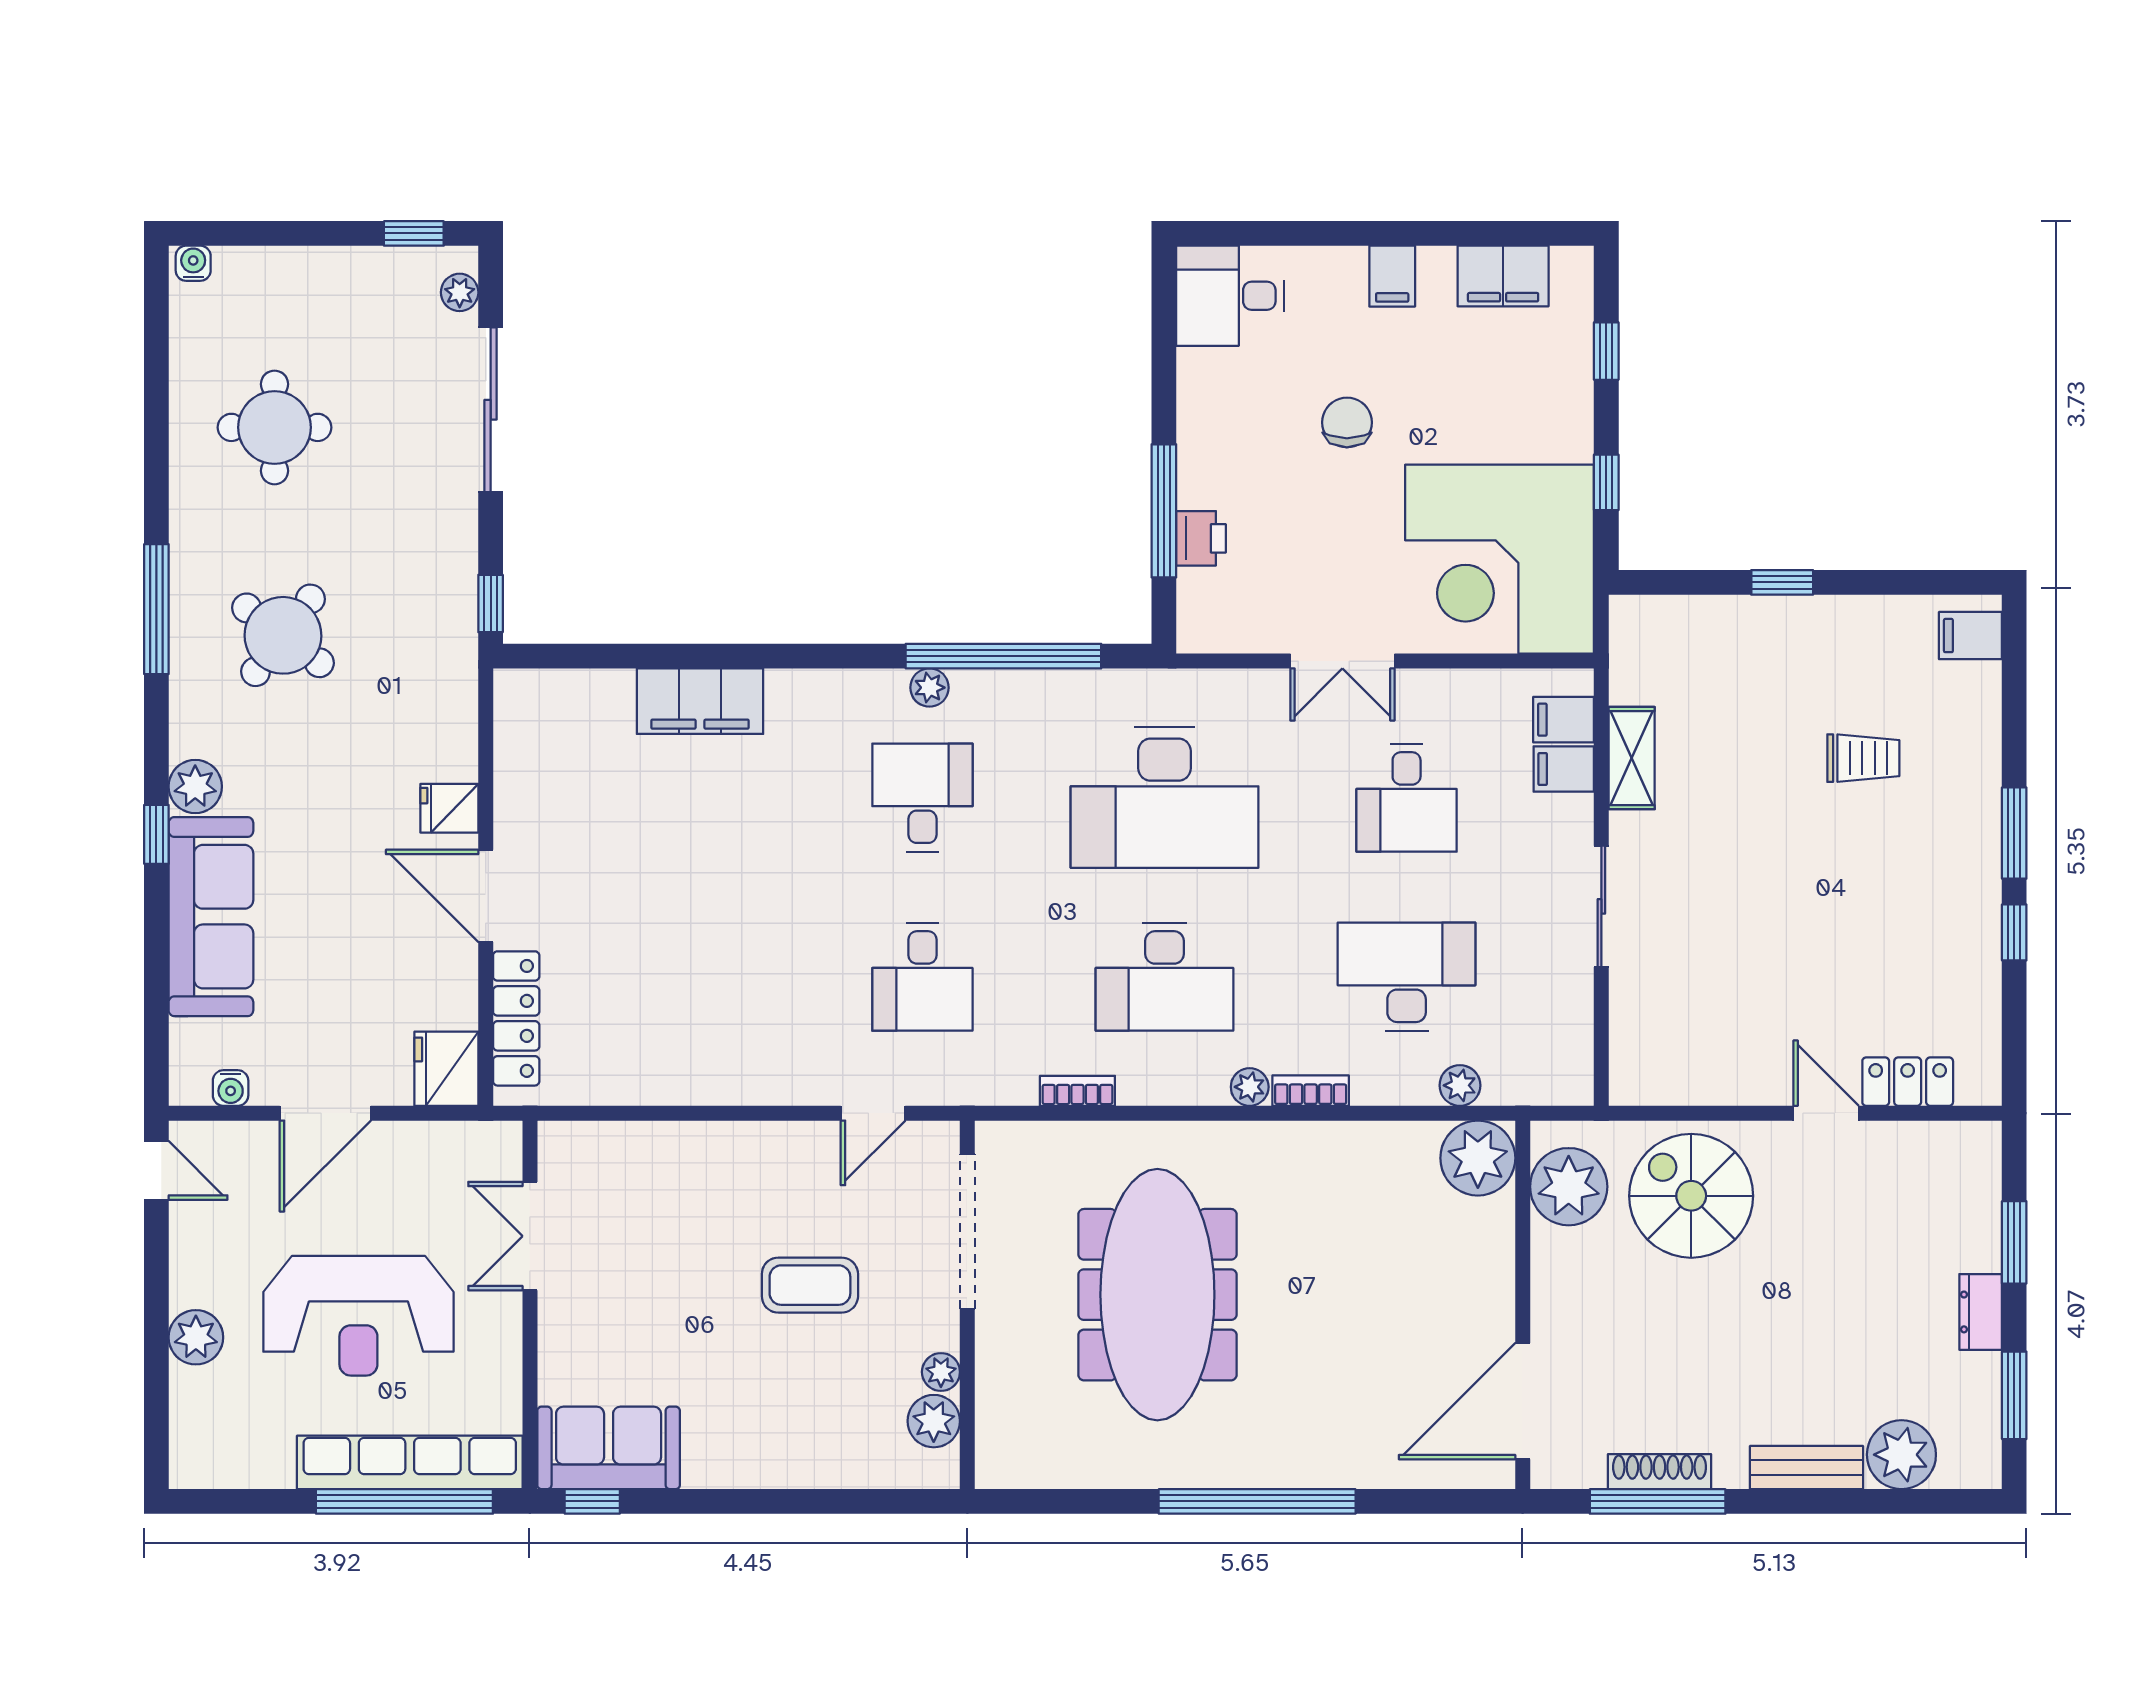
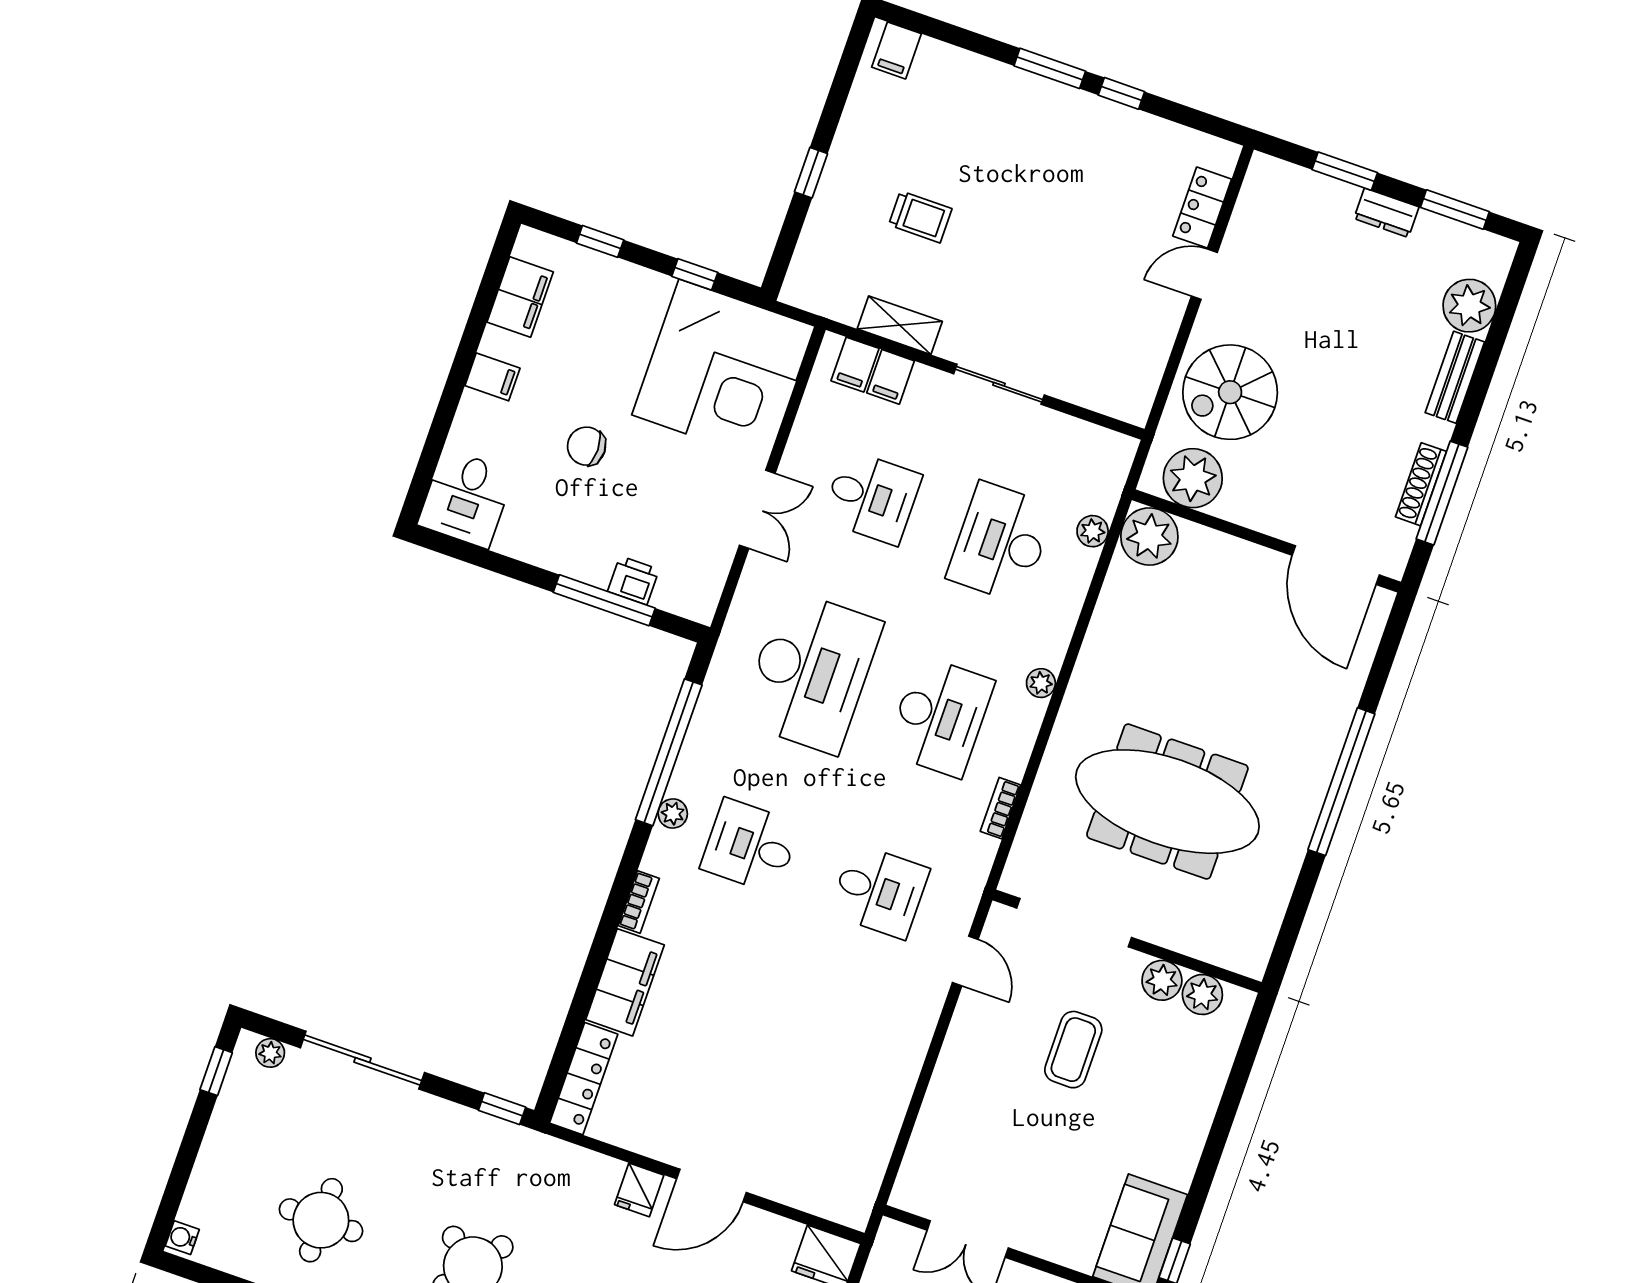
trolley: (1863, 758) -> (920, 217), moved, turned 90
locker: (516, 1018) -> (584, 1079), moved, turned 90
bookcase: (1311, 1091) -> (639, 902), moved, turned 180
plant: (941, 1372) -> (1162, 980), width x1.38, depth x1.38

